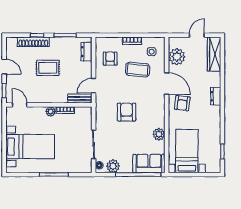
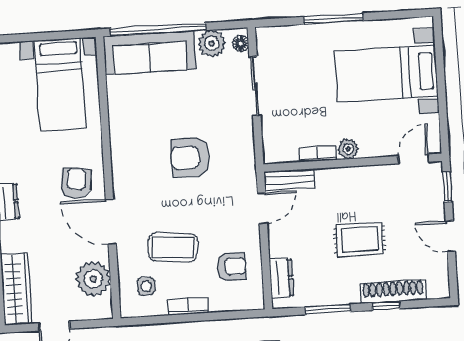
armchair: (110, 59) -> (231, 266), turned -90
door: (20, 105) -> (413, 159), swing flipped
armchair: (127, 112) -> (190, 157), turned 90
plant: (159, 134) -> (121, 116), removed
sofa: (149, 163) -> (150, 53), width x1.36

